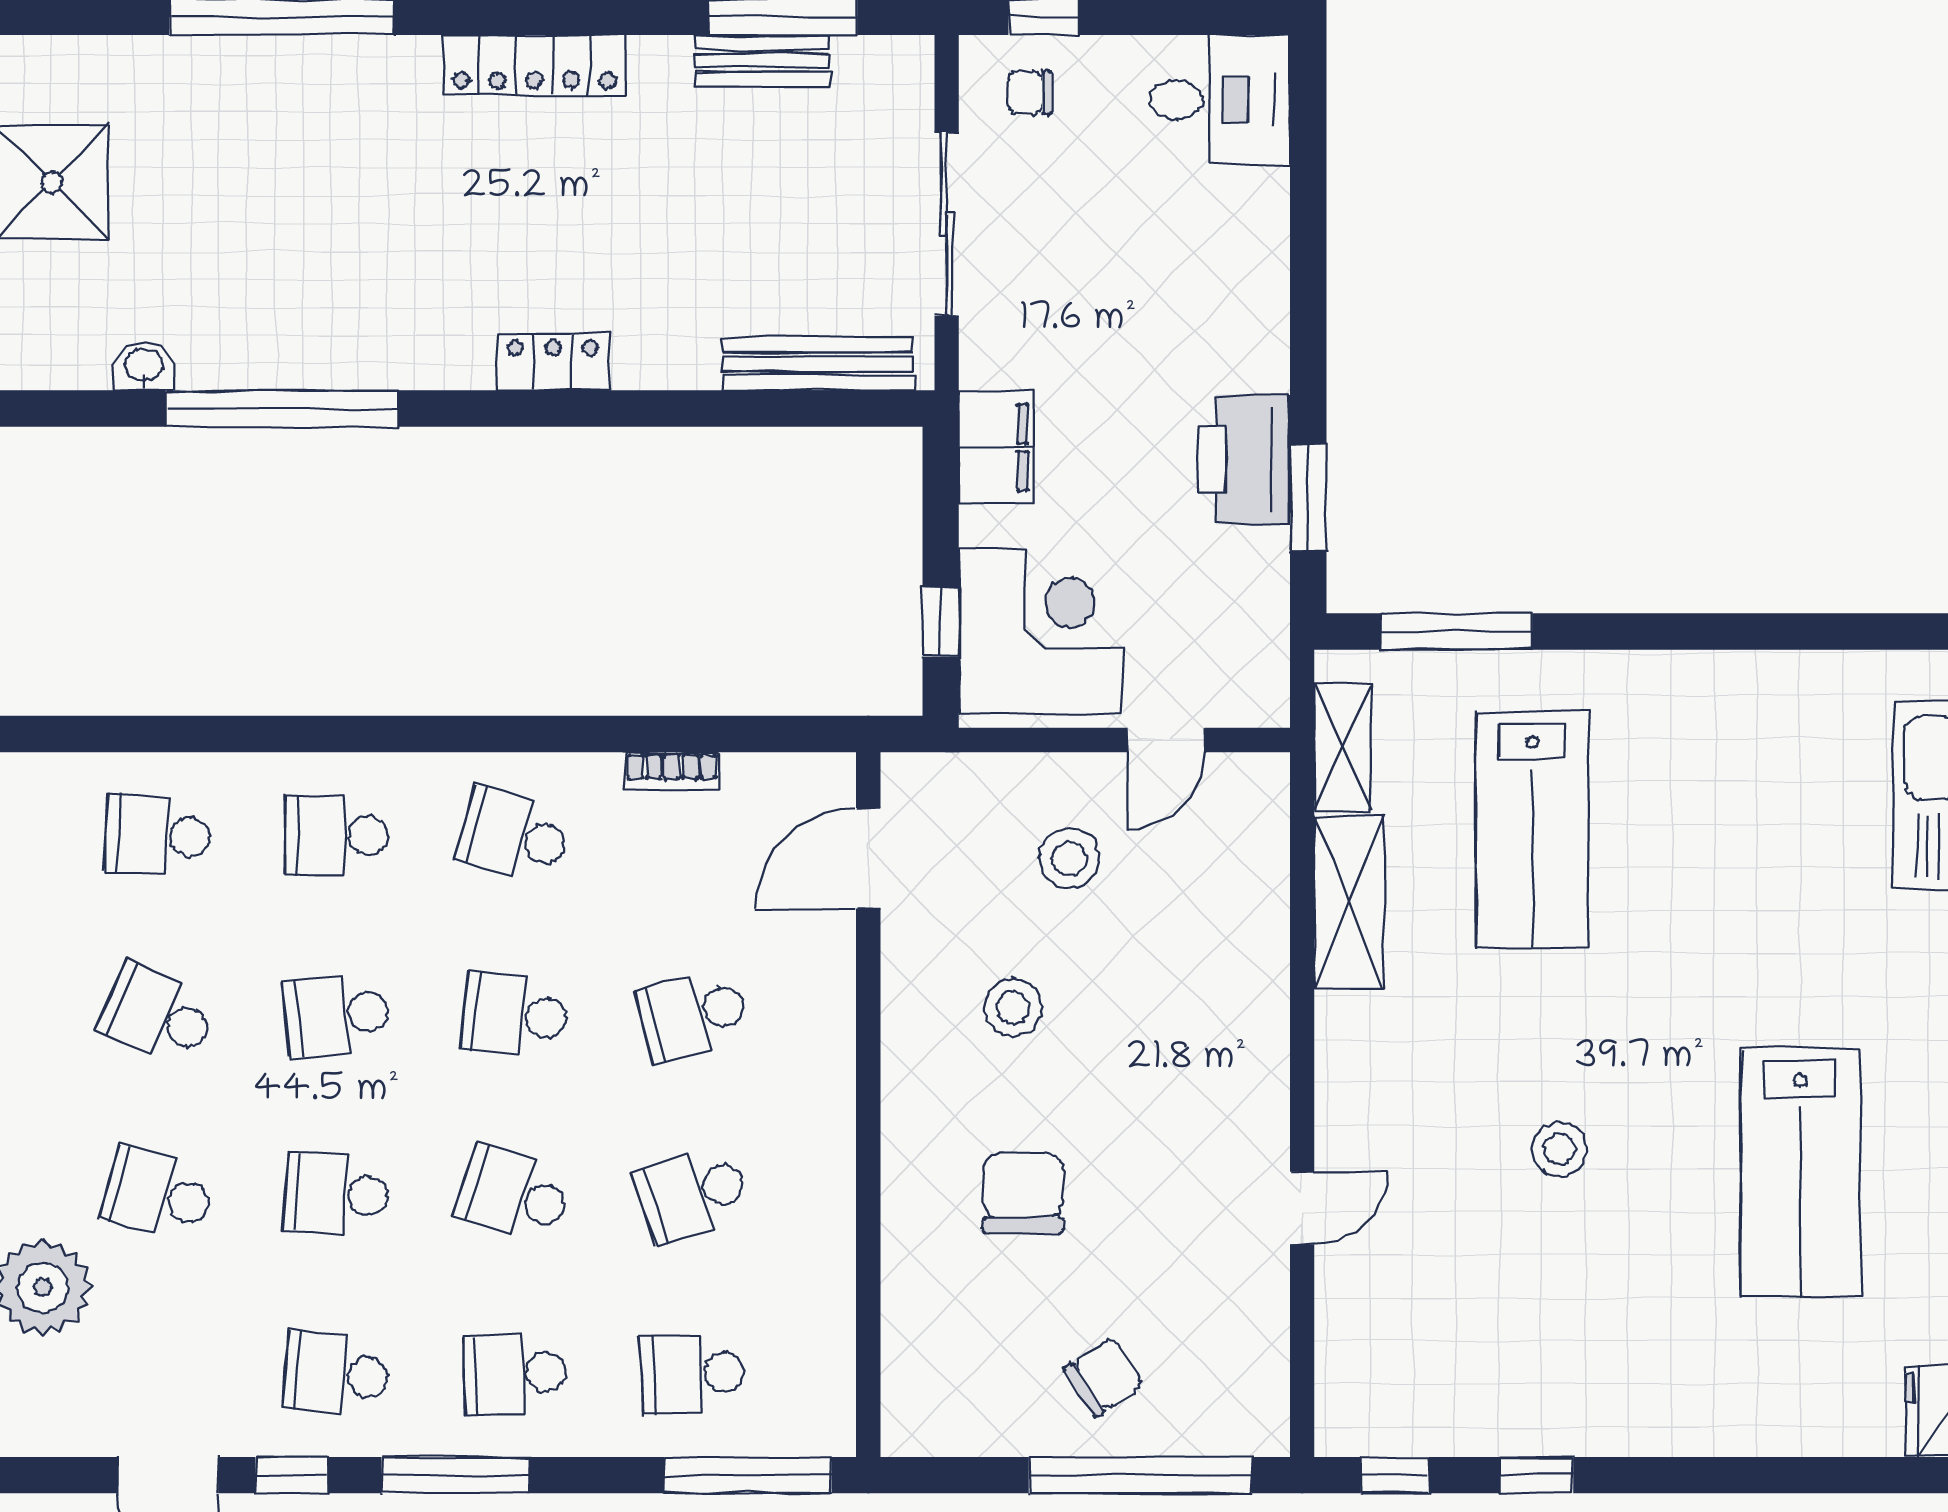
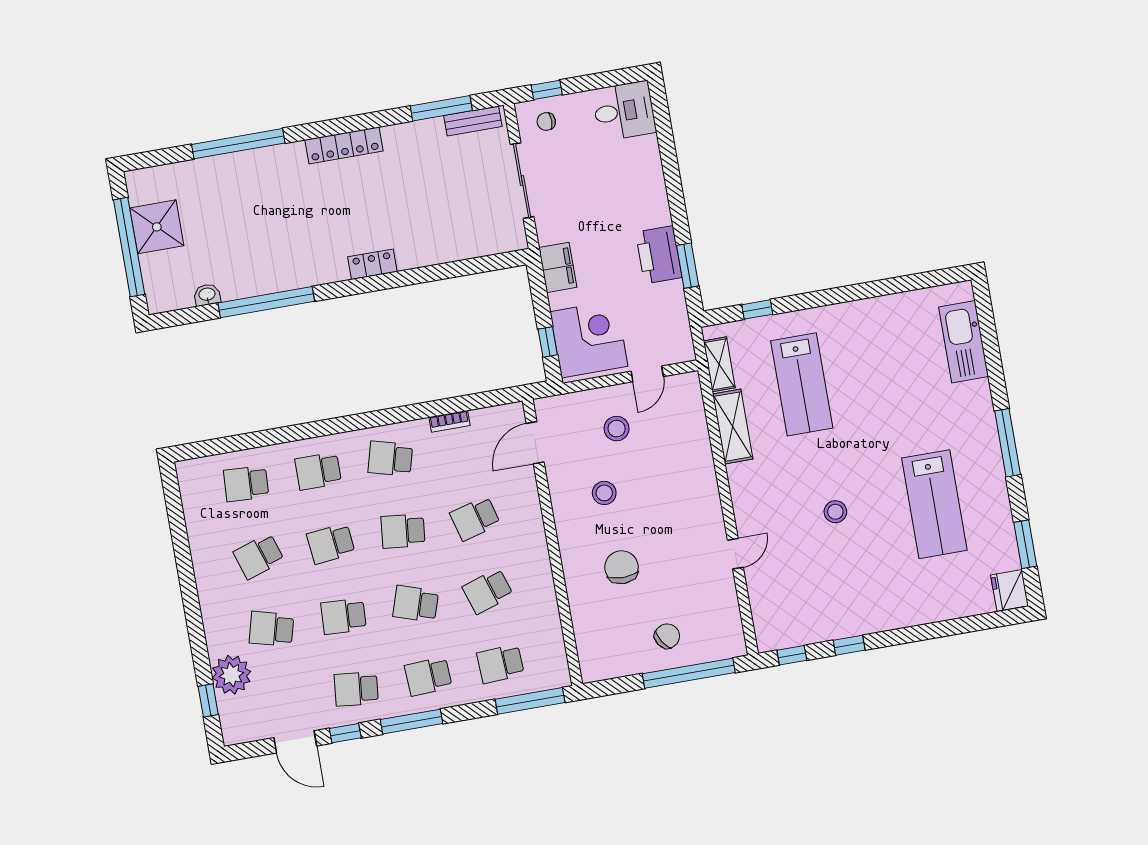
bench: (762, 61) -> (473, 121), moved
bench: (818, 364) -> (480, 246), removed
window: (1457, 631) -> (757, 309), width x0.46
school desk: (158, 1015) -> (259, 556), turned -42

